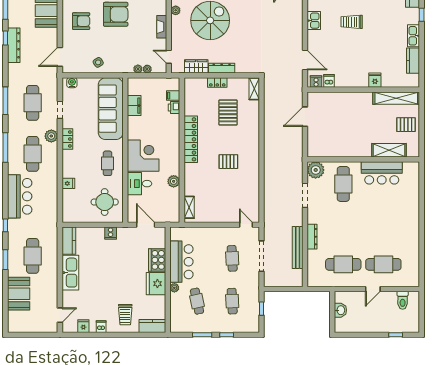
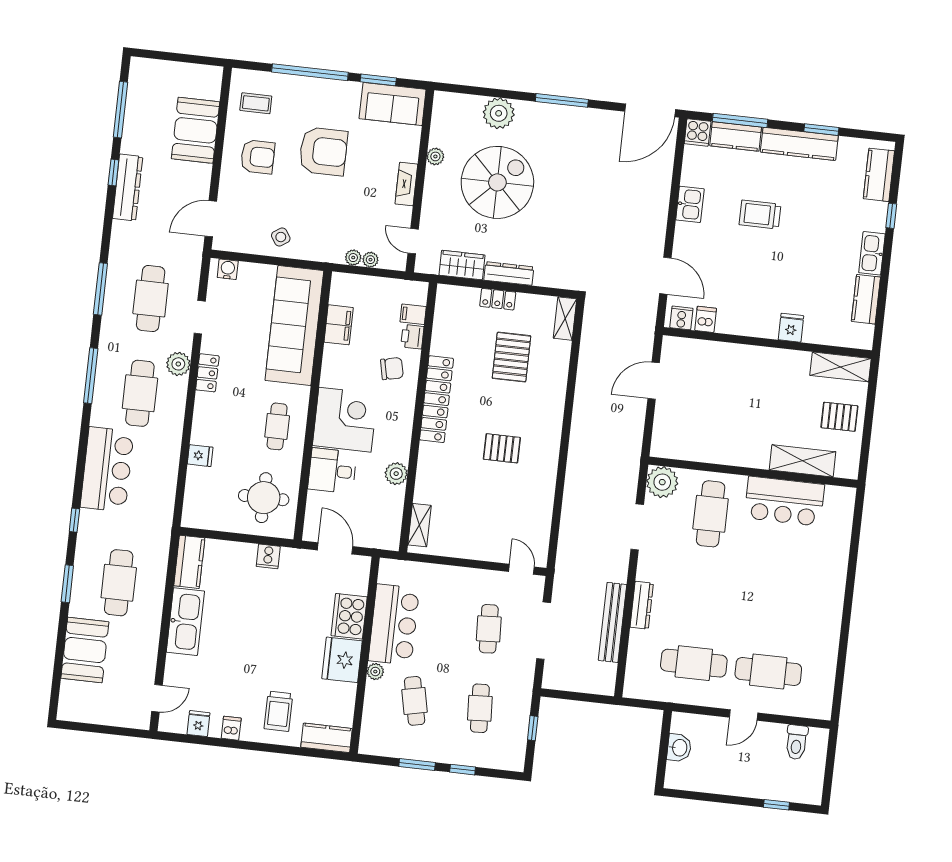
shelving: (396, 98) -> (840, 367), width x0.68
chair: (165, 126) -> (392, 369), added

